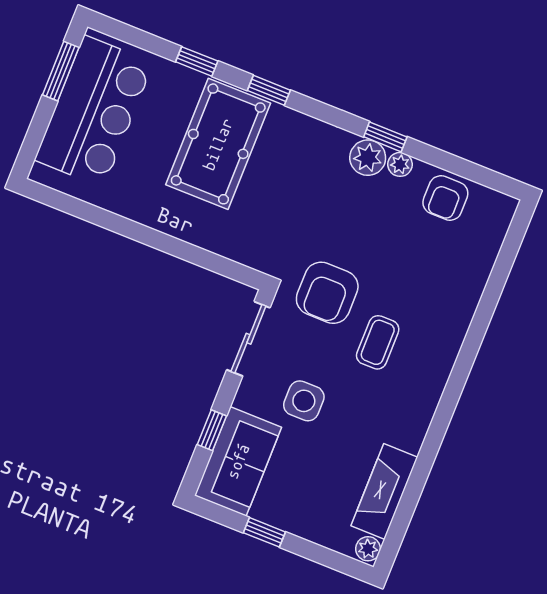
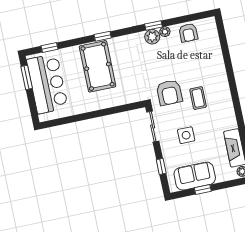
window: (197, 61) -> (49, 47), moved
sofa: (238, 461) -> (195, 176), moved, turned -90

